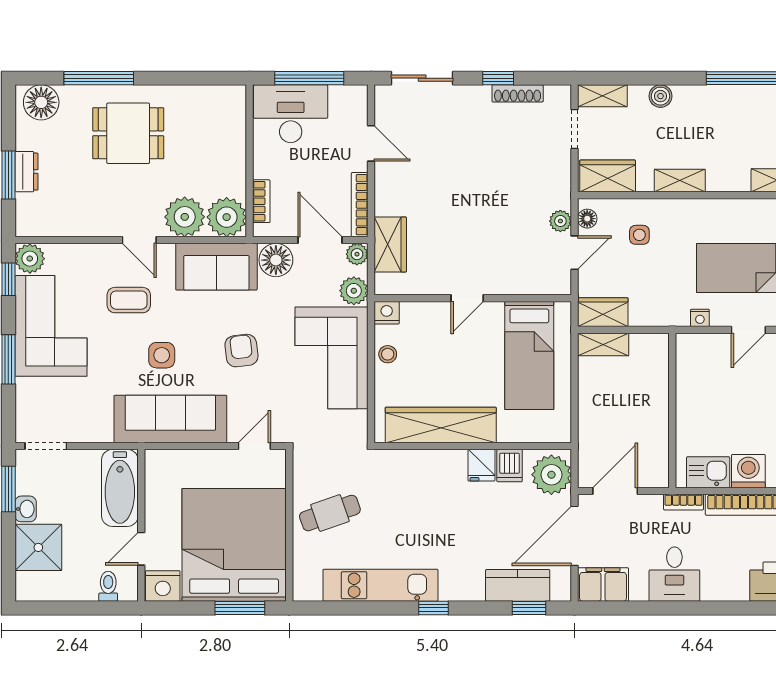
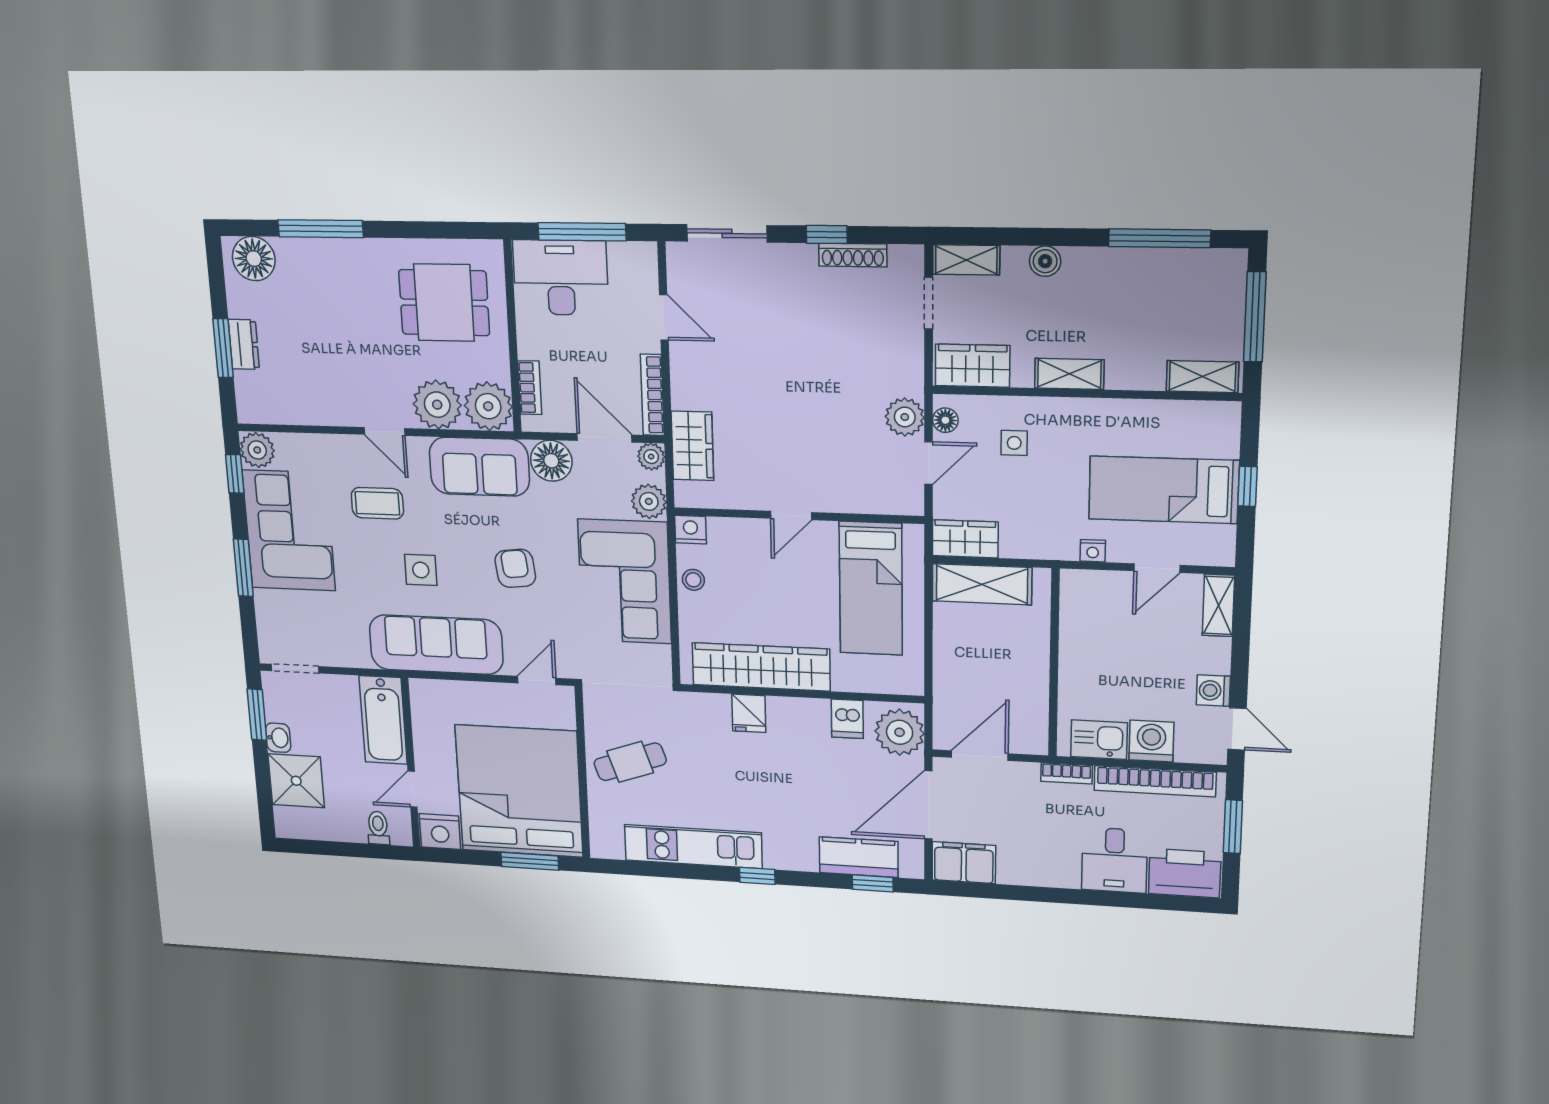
dining table: (128, 133) -> (444, 303), moved
plant: (560, 221) -> (905, 417), width x1.38, depth x1.38
shelving: (603, 344) -> (982, 584), width x1.50, depth x1.33
fridge: (481, 465) -> (749, 713), moved
desk: (674, 574) -> (1114, 860), moved

